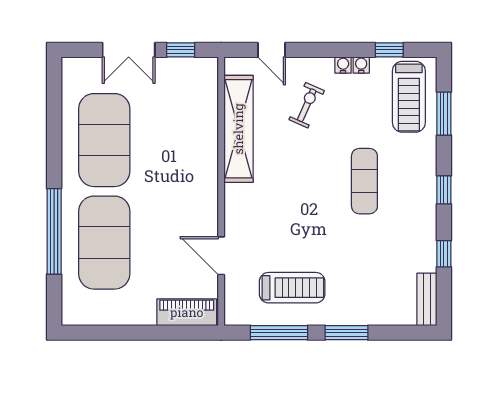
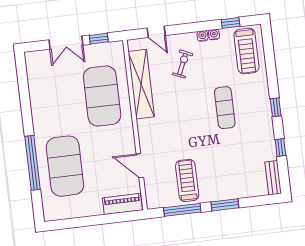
window: (444, 114) -> (270, 59), removed
exercise mat: (104, 140) -> (102, 96), moved
treadmill: (292, 288) -> (187, 180), turned -90

